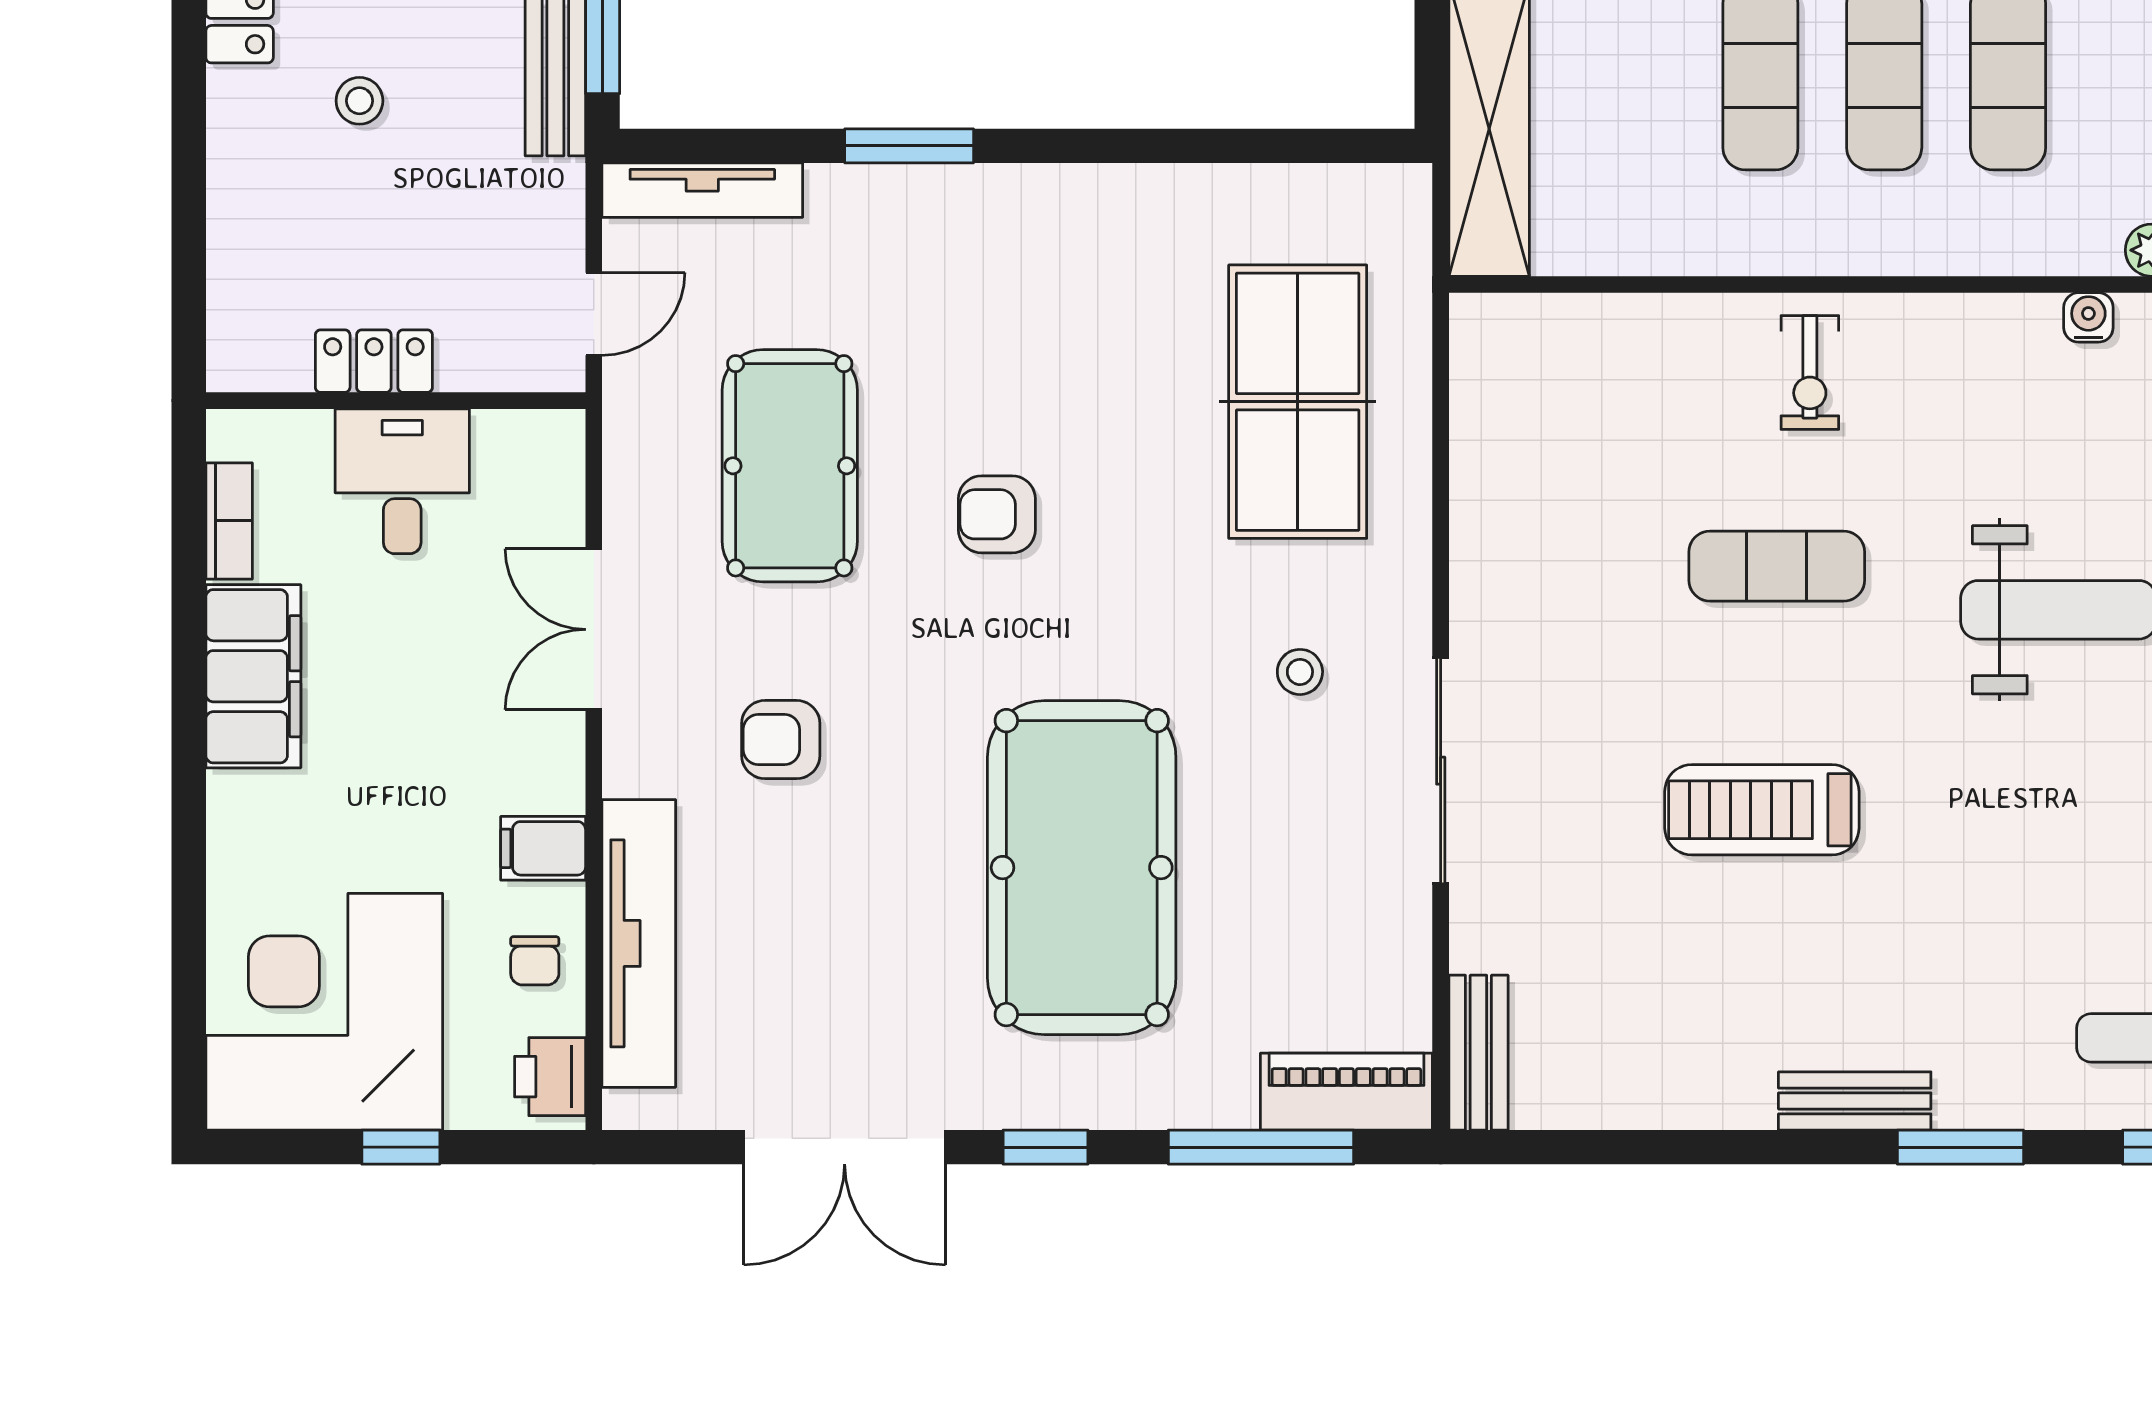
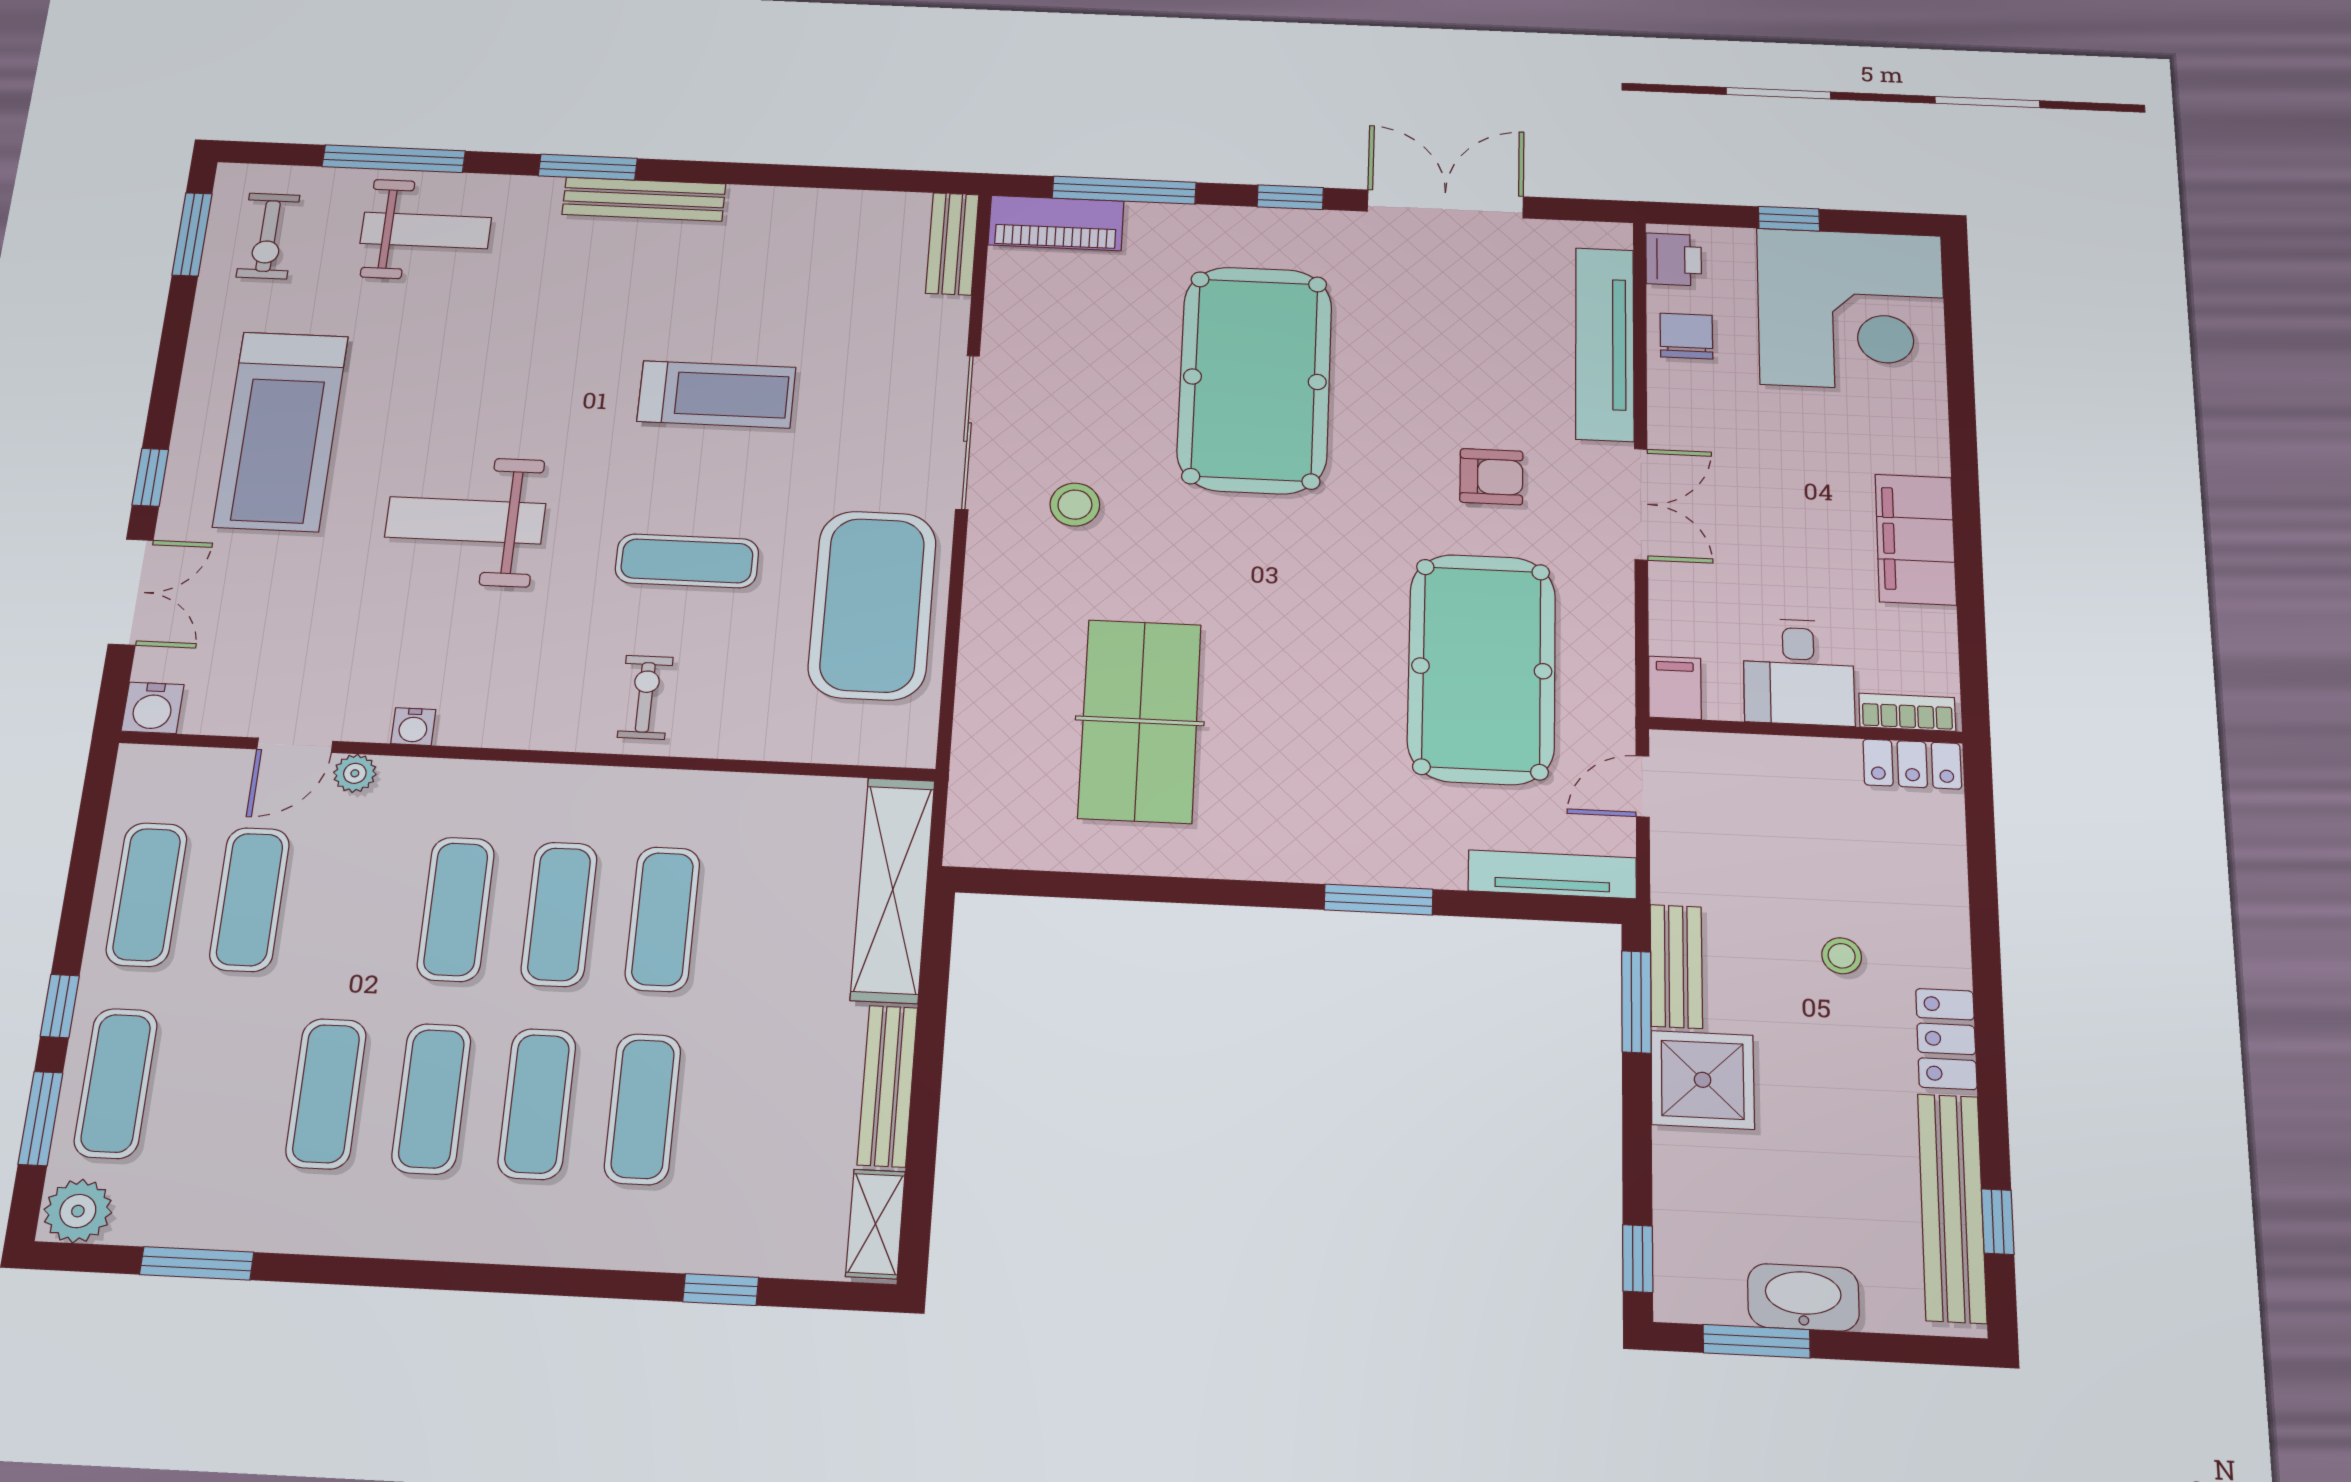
locker: (374, 361) -> (1912, 764), moved
table tennis table: (1298, 402) -> (1140, 721), moved
pool table: (790, 466) -> (1482, 668), width x1.36, depth x1.32
armchair: (997, 514) -> (1314, 626), removed
exercise mat: (1542, 516) -> (872, 605), added
bookcase: (229, 521) -> (1907, 712), moved, turned 90
double door: (594, 629) -> (1641, 504), moved
stool: (1300, 672) -> (1075, 505), width x1.37, depth x1.37
filing cabinet: (543, 848) -> (1675, 688), moved, turned -90
chair: (535, 961) -> (1686, 336), width x1.37, depth x1.37
bench: (1855, 1101) -> (644, 199), width x1.36

